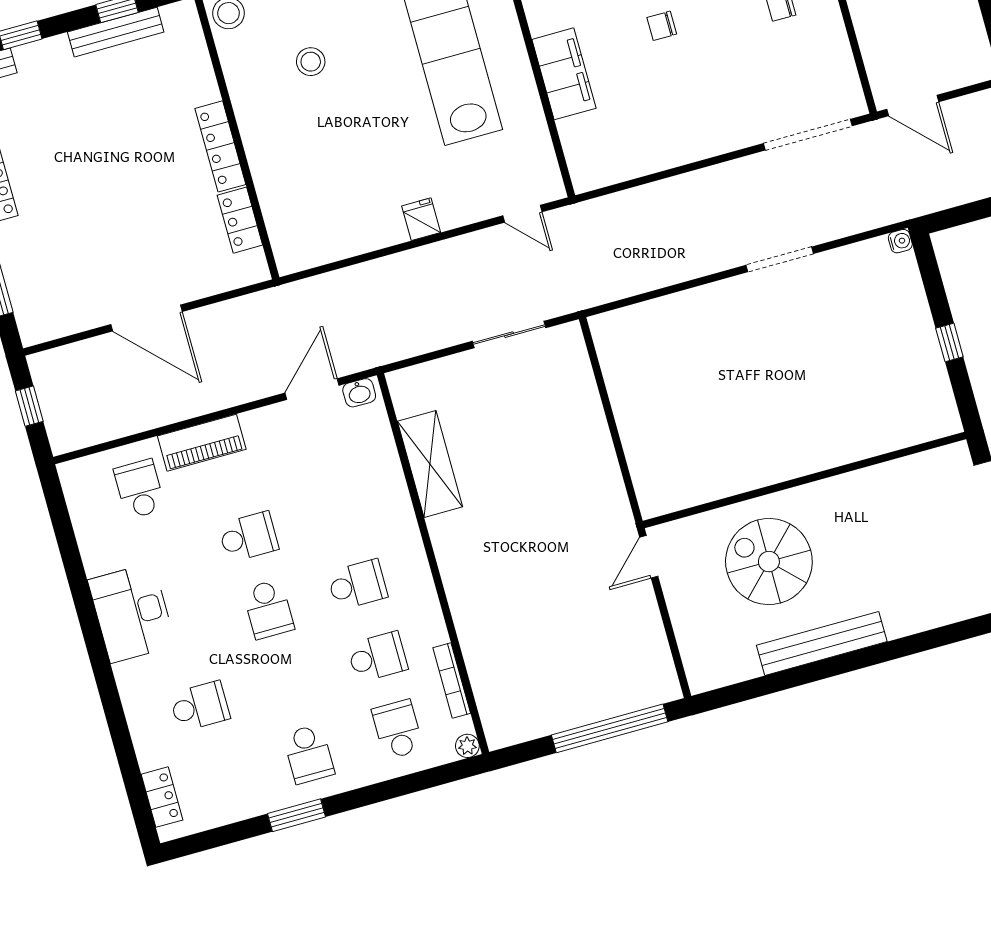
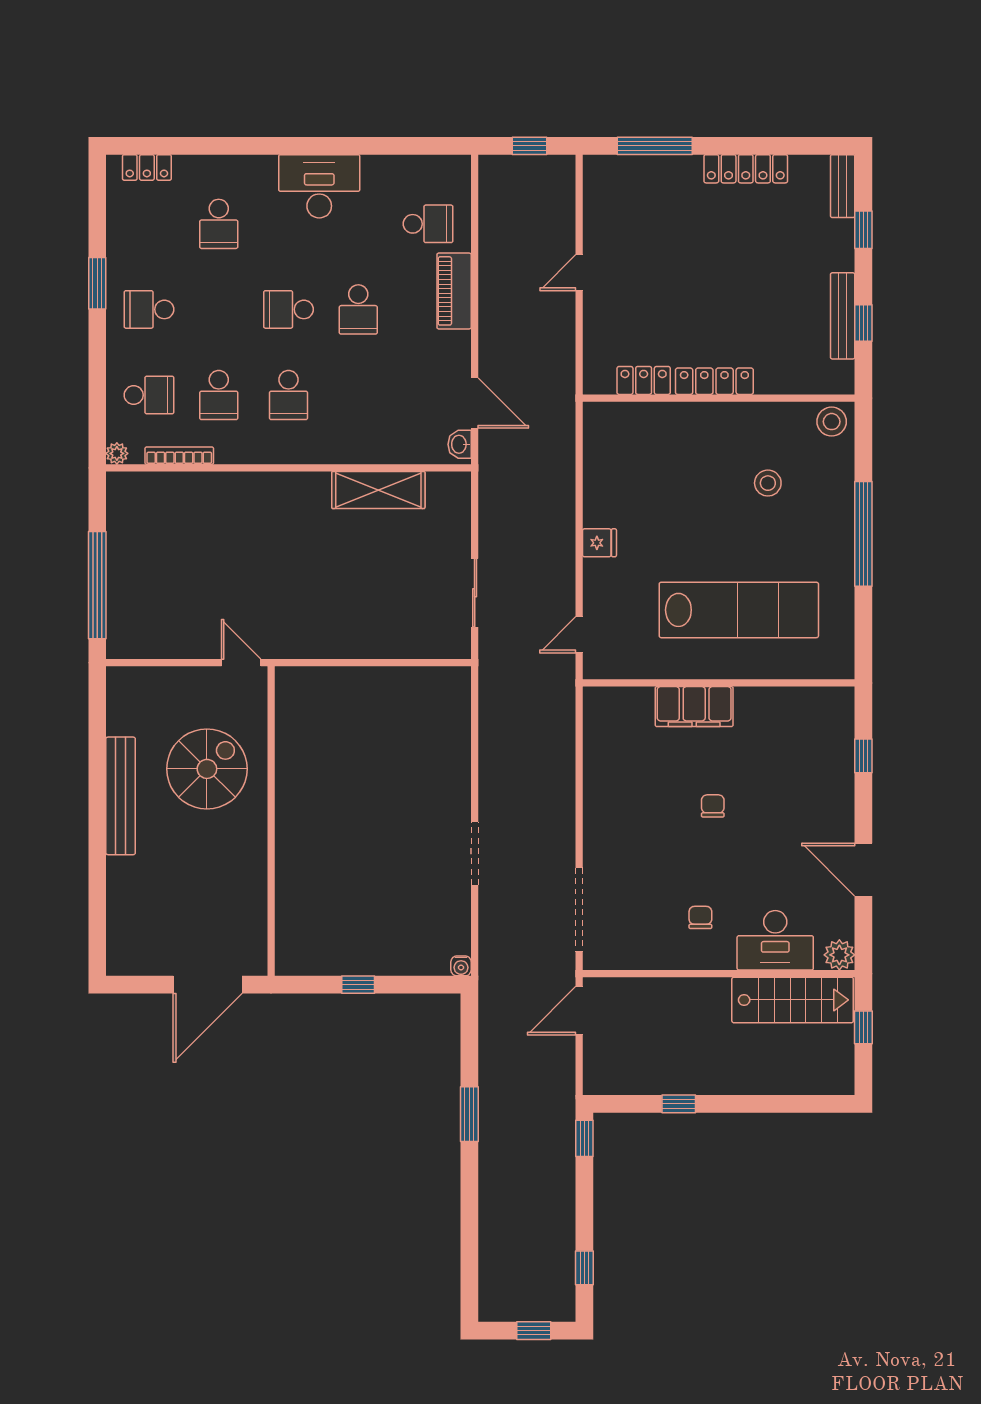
door: (147, 318) -> (579, 273), width x0.53

